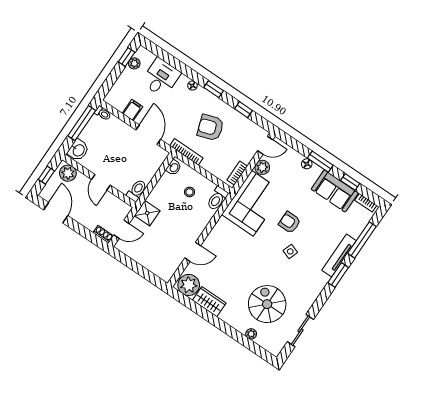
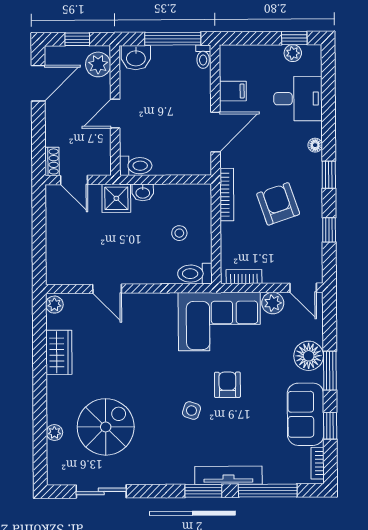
floor lamp: (307, 164) -> (309, 356), width x1.89, depth x1.89
washbasin: (174, 167) -> (143, 192), moved
plant: (189, 285) -> (54, 305), width x0.53, depth x0.53

